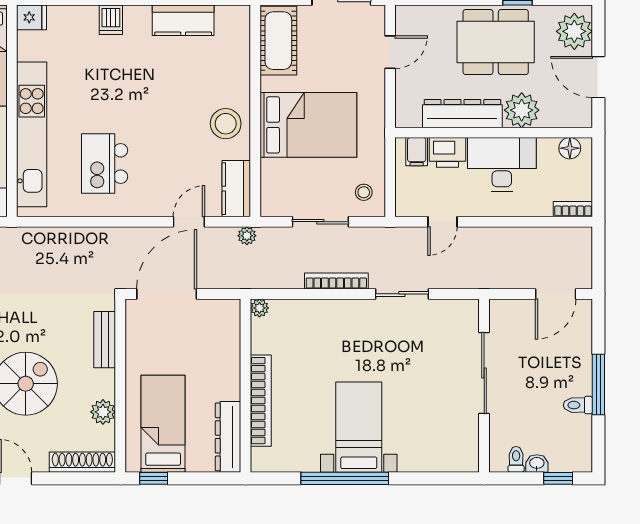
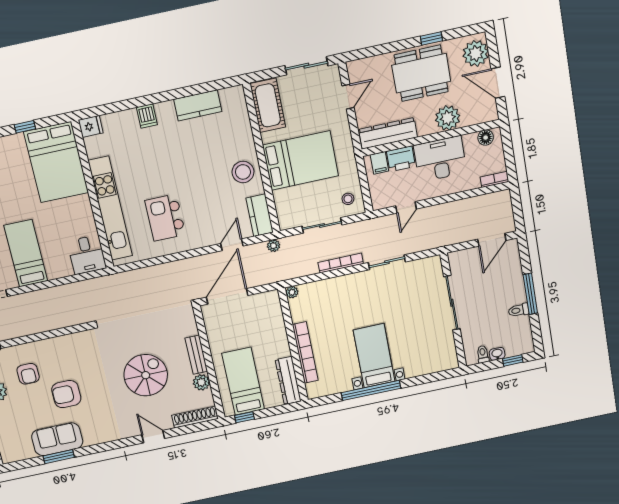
dresser: (462, 114) -> (388, 133), moved
bench: (105, 340) -> (196, 355), moved

